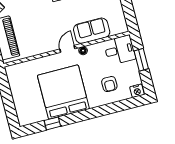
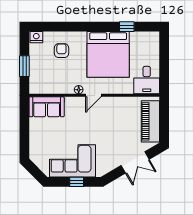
sofa: (92, 31) -> (47, 107), moved
desk: (120, 50) -> (147, 80), moved, turned -90

